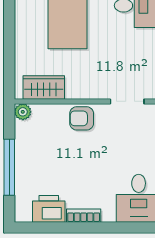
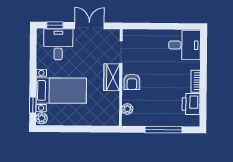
wardrobe: (44, 88) -> (112, 77), moved
plant: (23, 112) -> (127, 109), moved

